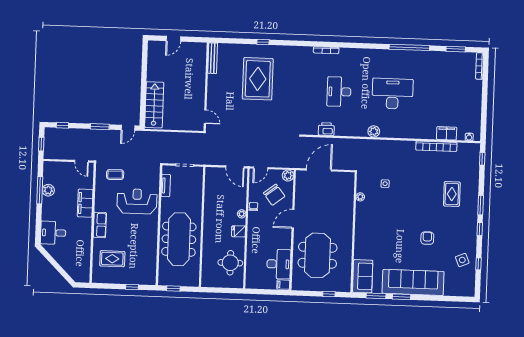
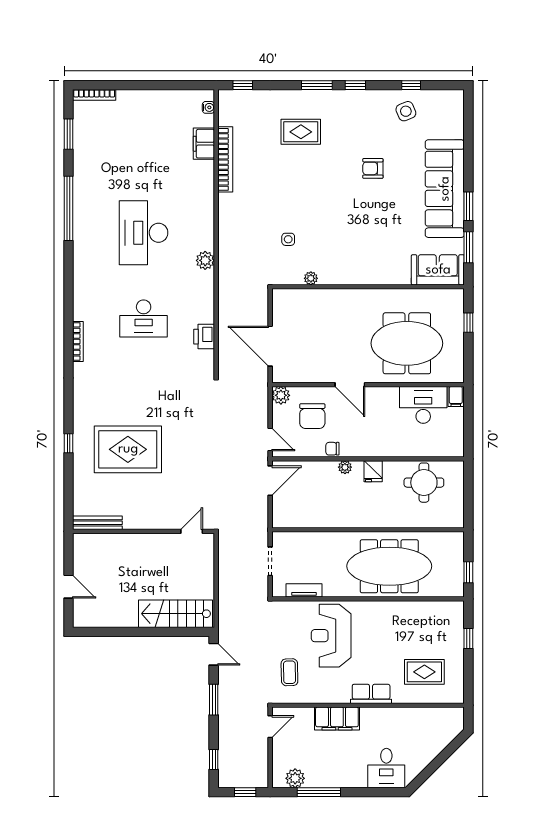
plant: (48, 190) -> (295, 778), moved
chair: (274, 195) -> (312, 416), turned 128
rug: (112, 259) -> (424, 672), turned 90

